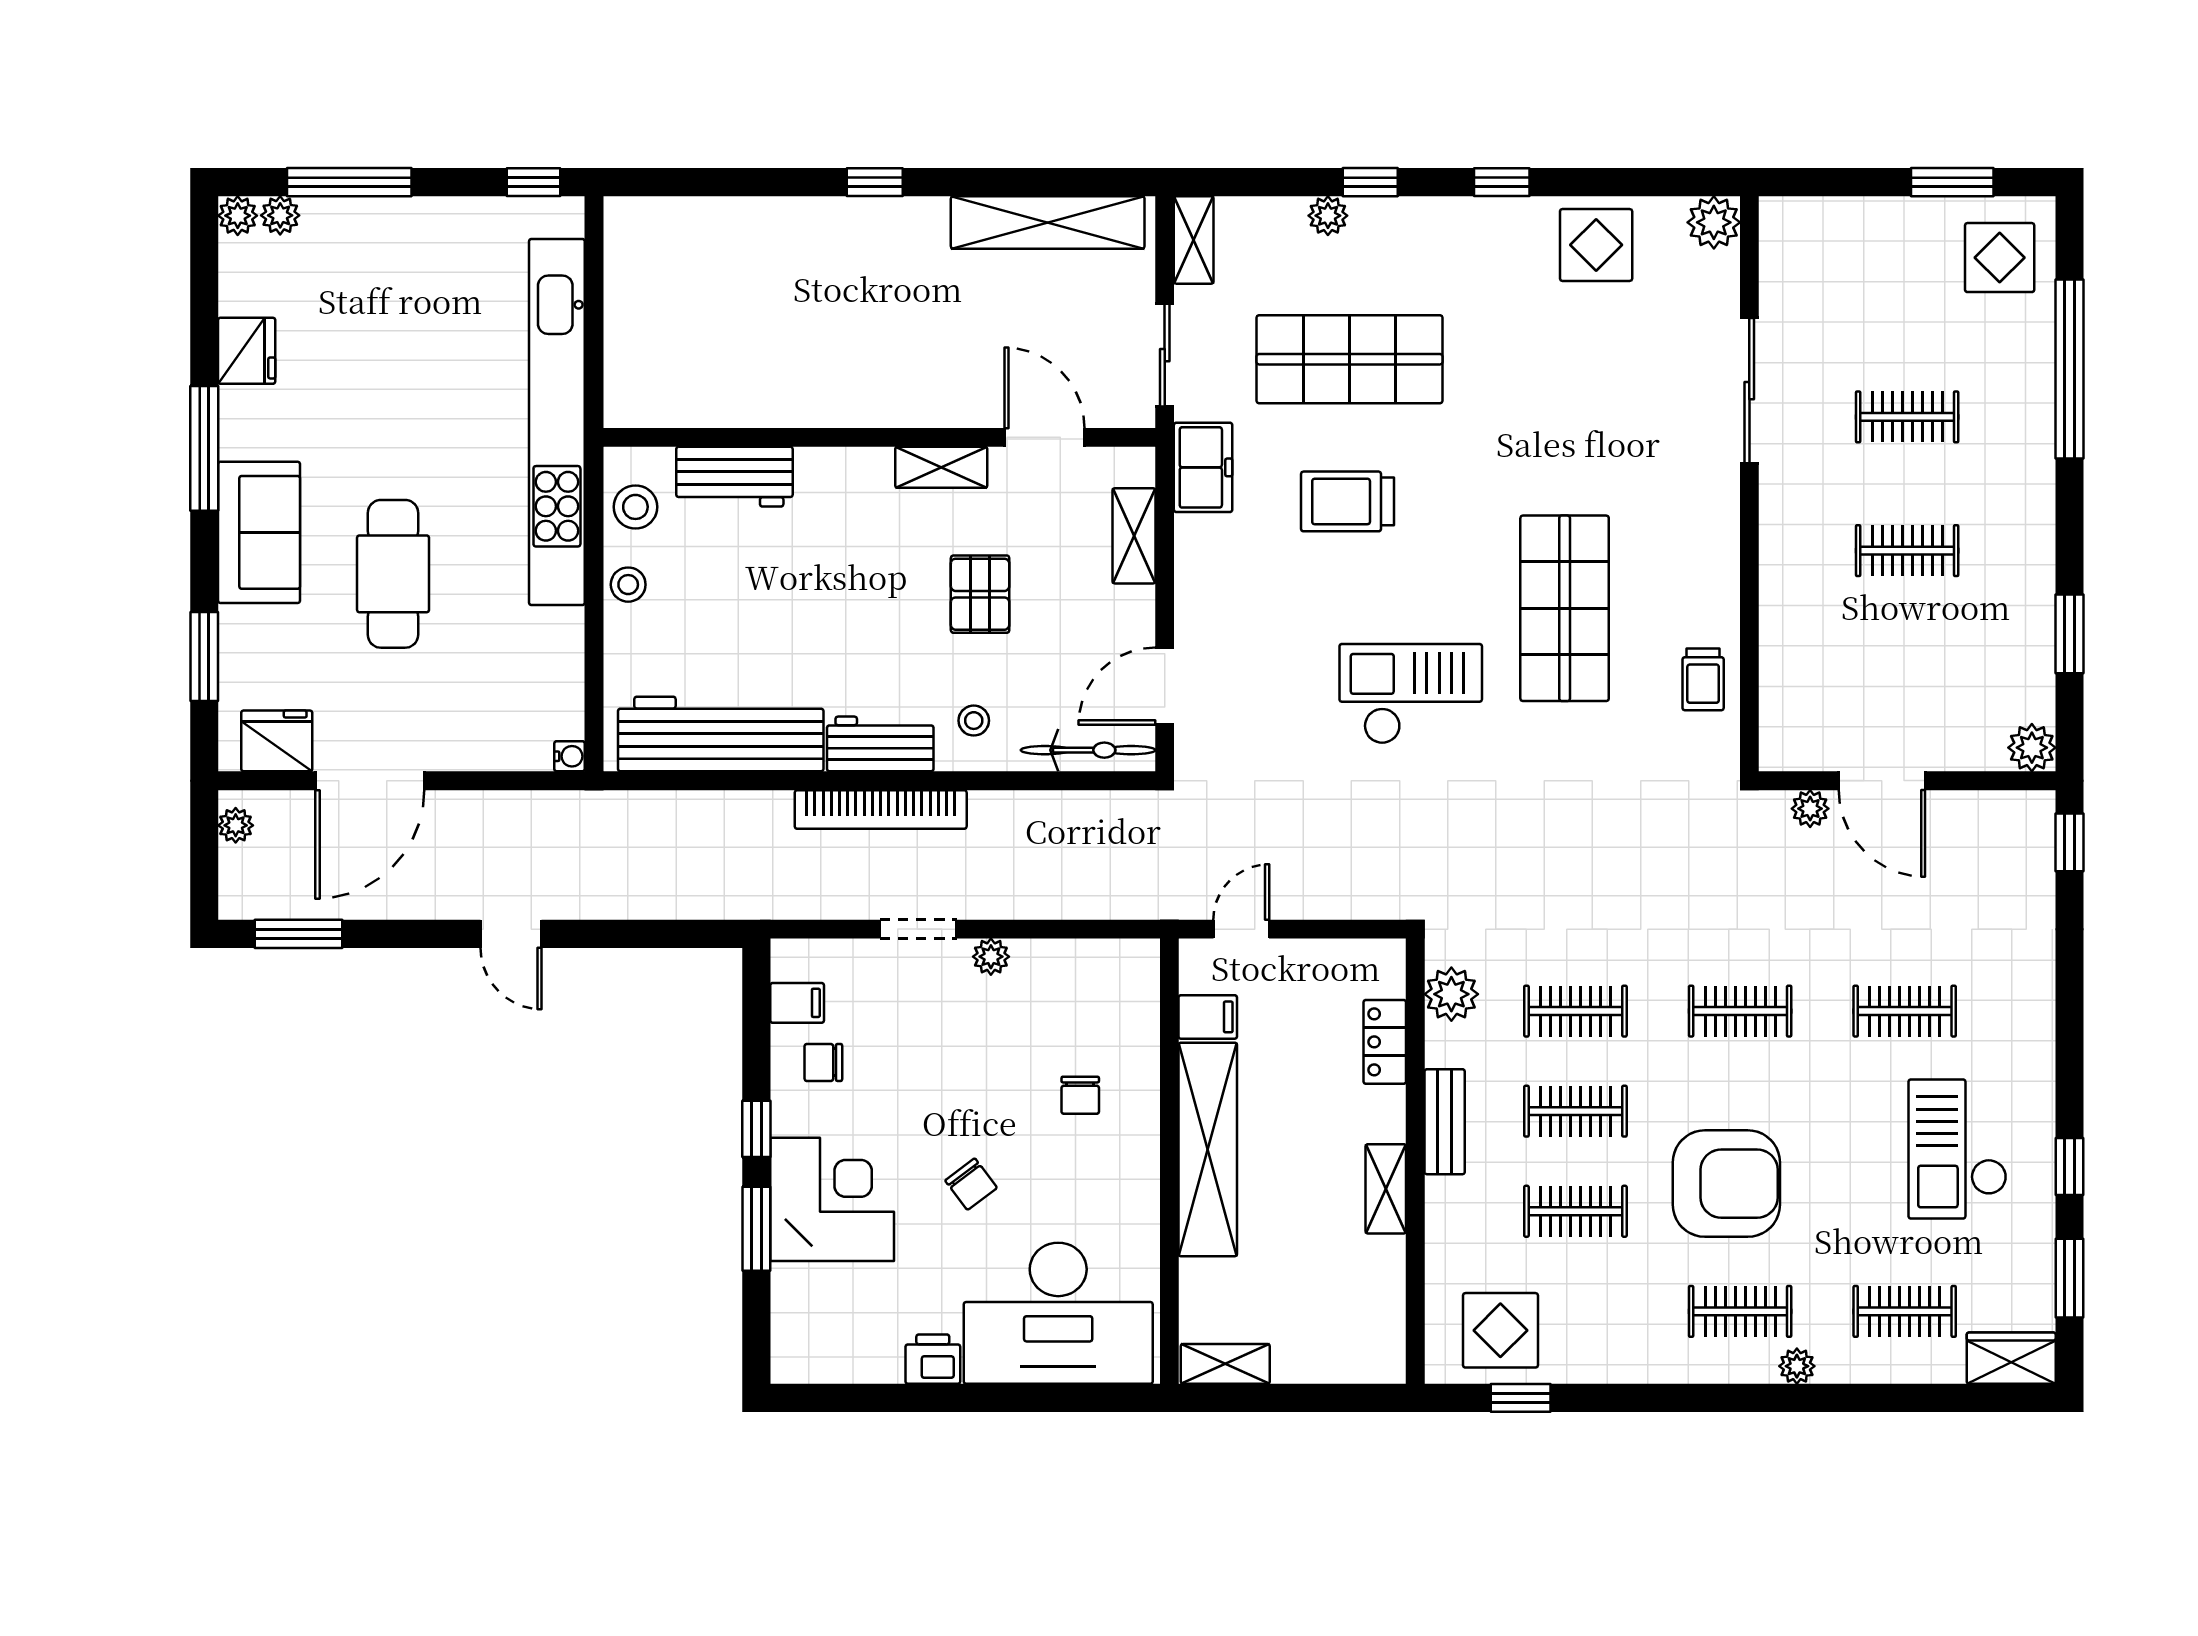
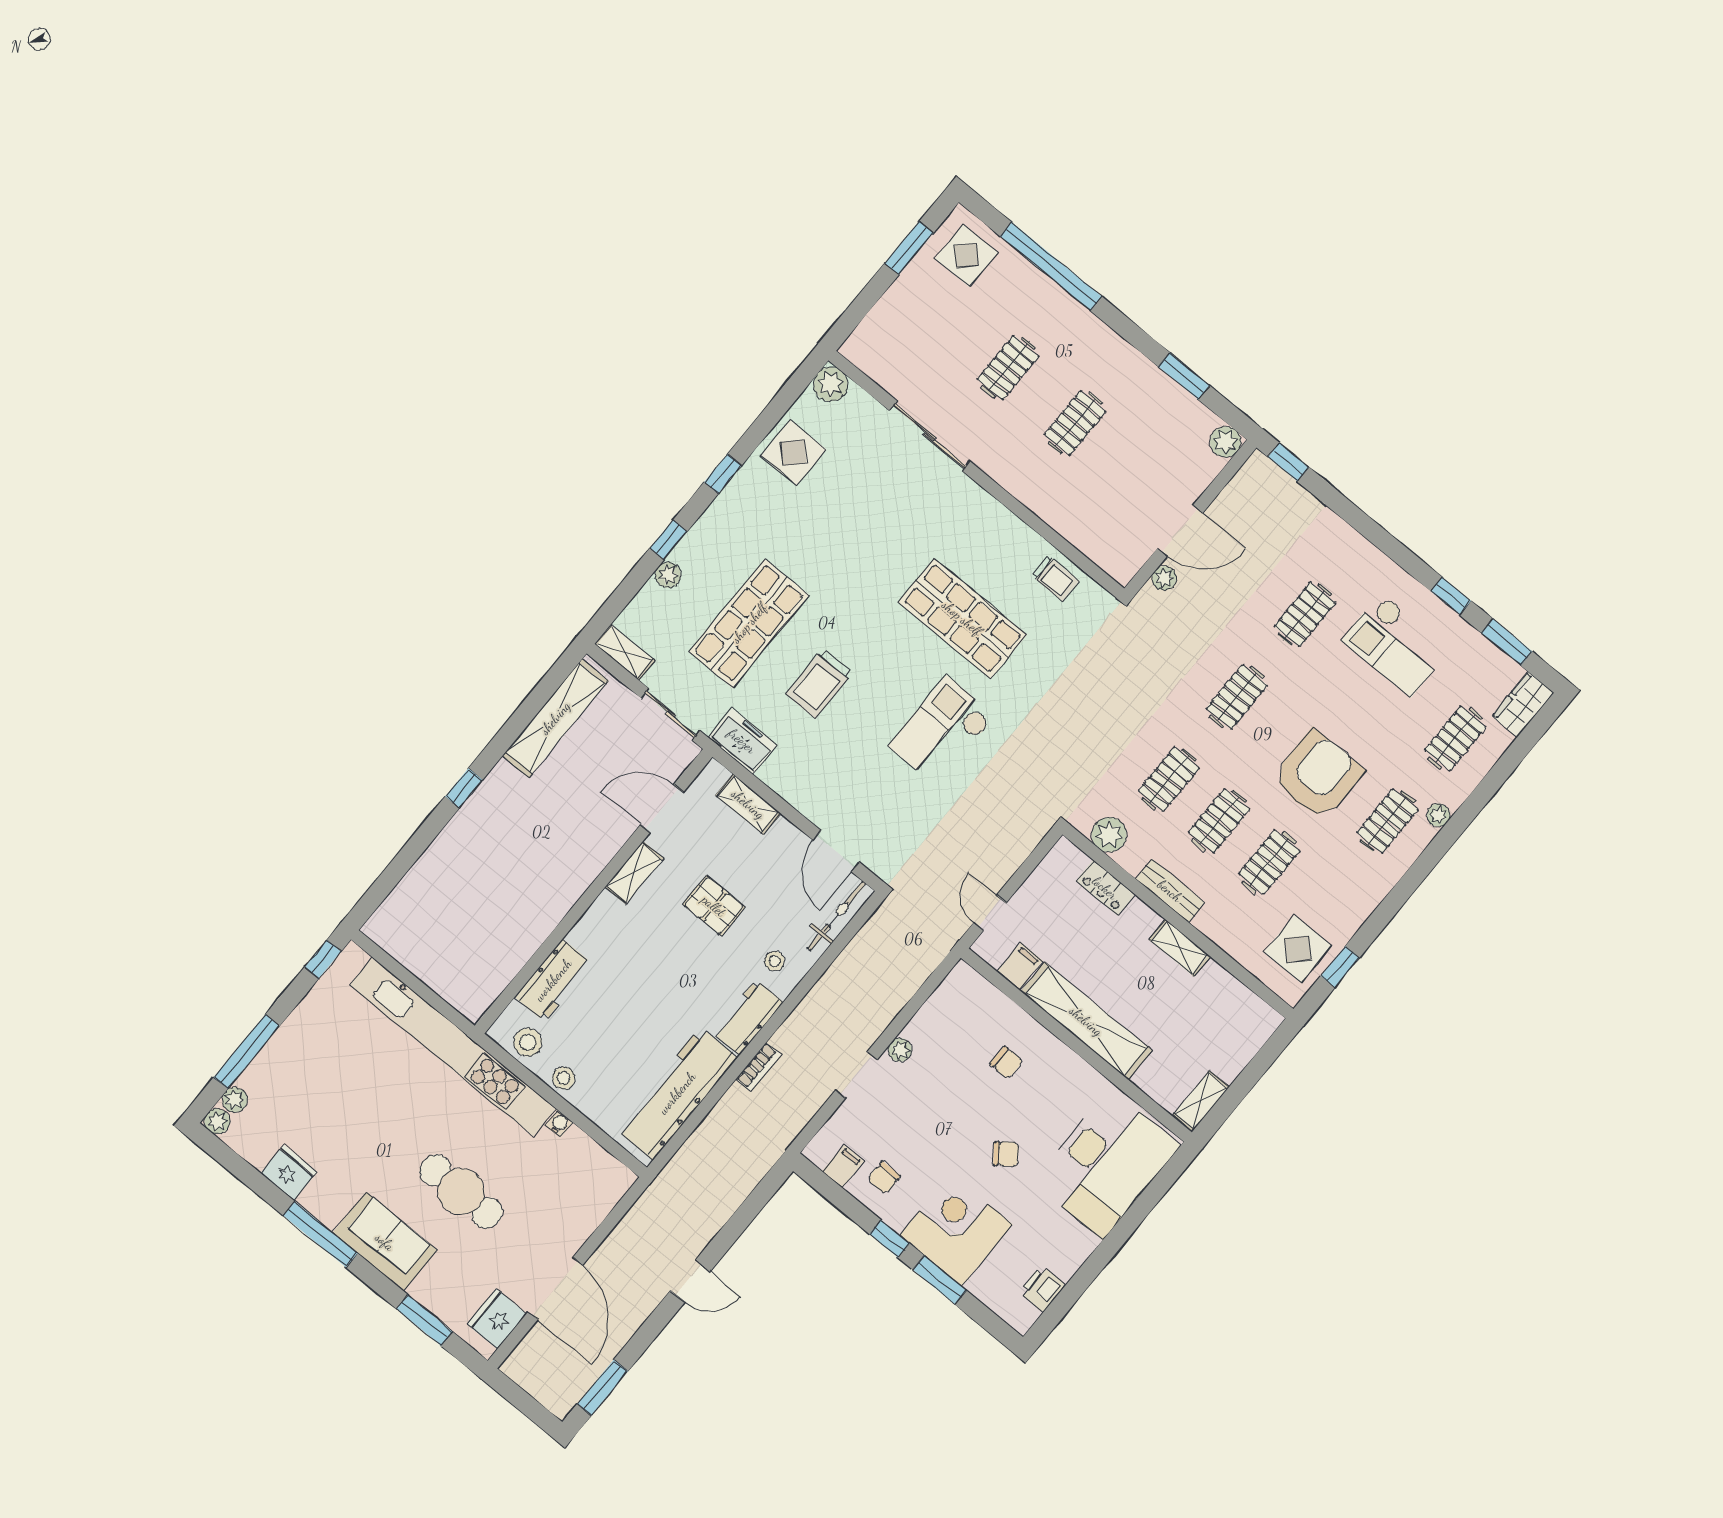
water cooler: (570, 756) -> (559, 1124), moved
bookcase: (881, 809) -> (758, 1067), width x0.43, depth x0.76
plant: (236, 825) -> (522, 1374), removed
printer: (933, 1359) -> (1042, 1288), moved

